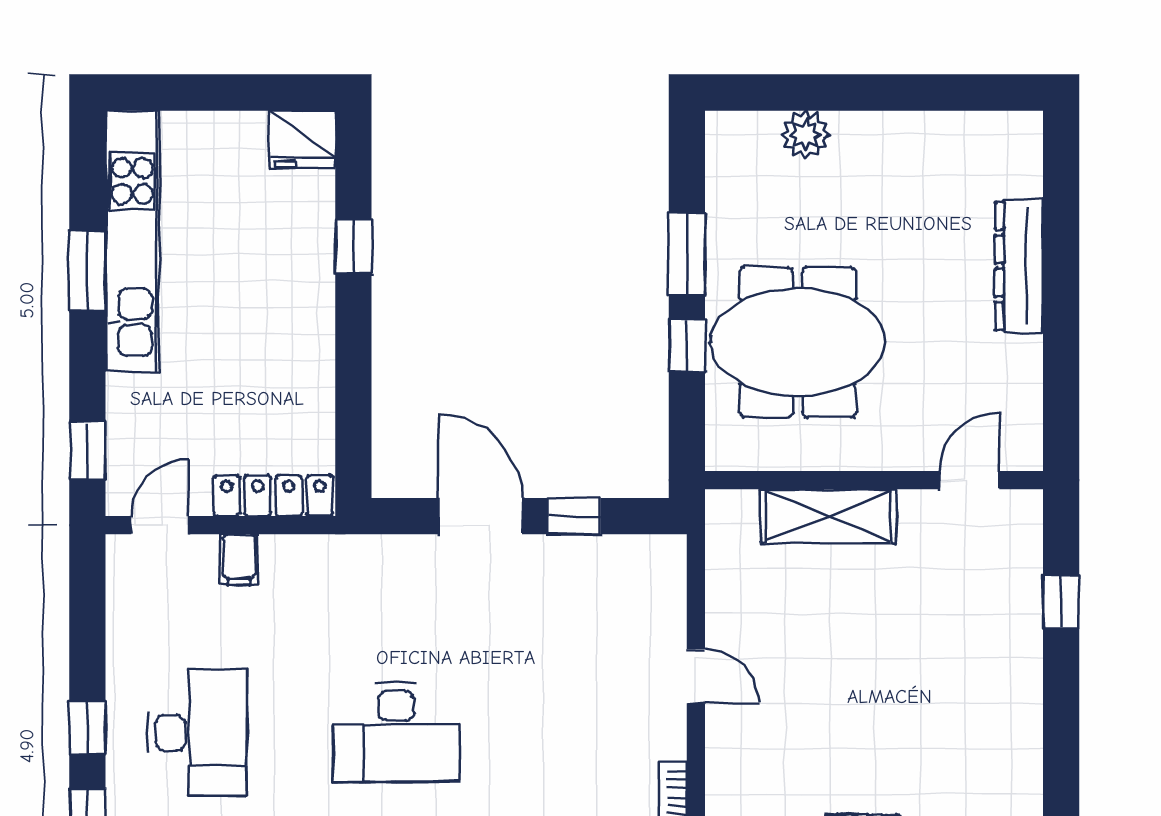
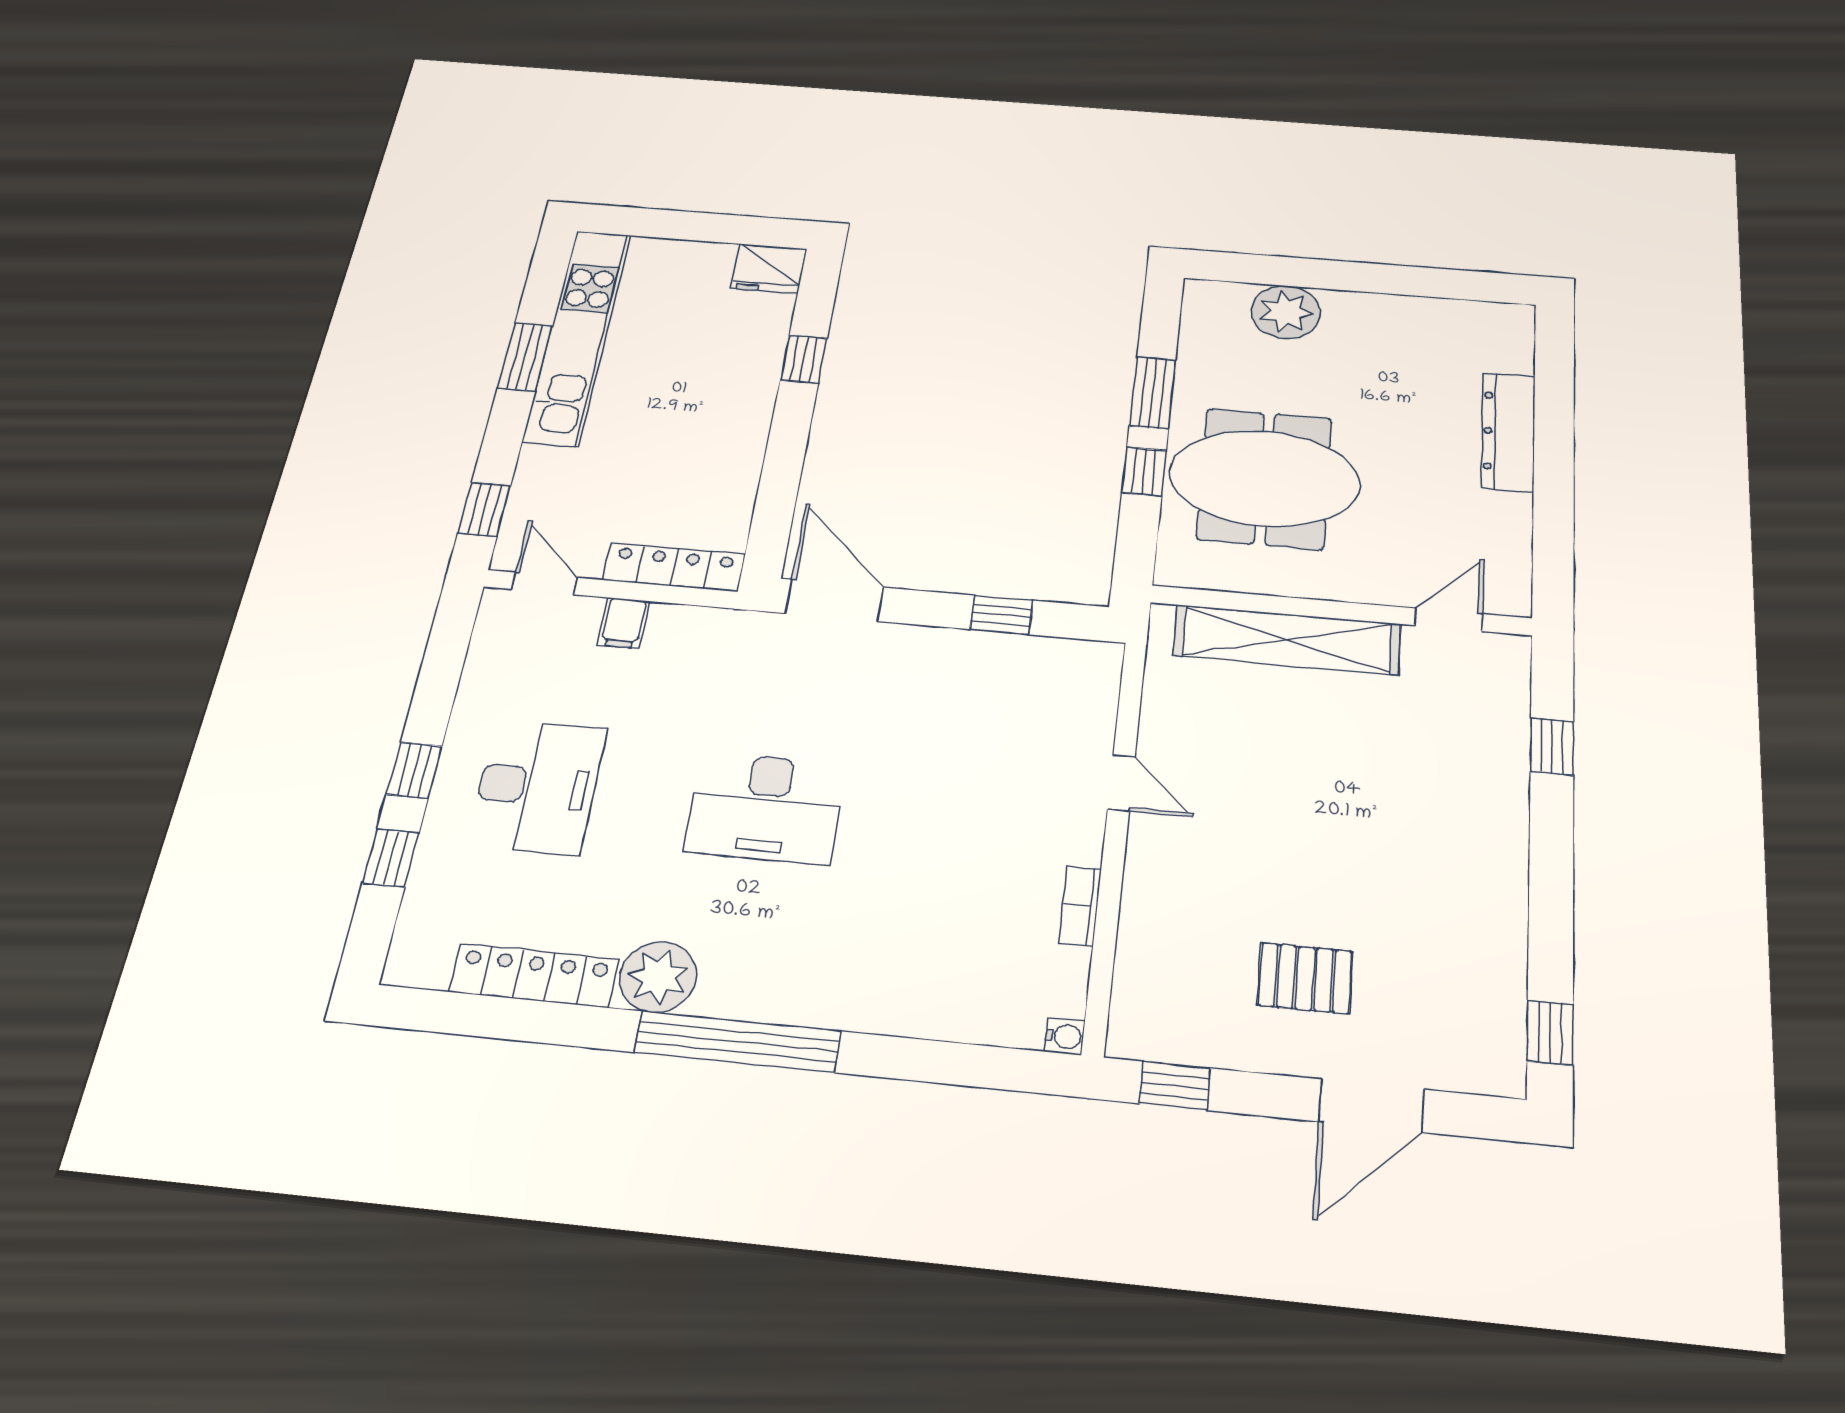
plant: (806, 135) -> (1286, 312), width x1.36, depth x1.36
door: (480, 516) -> (835, 600), moved
shelving: (828, 516) -> (1287, 640), width x1.47
door: (160, 525) -> (544, 583), hinge flipped

